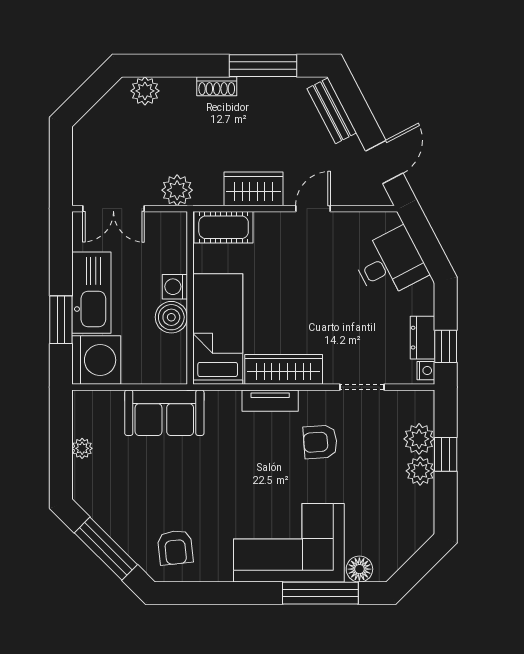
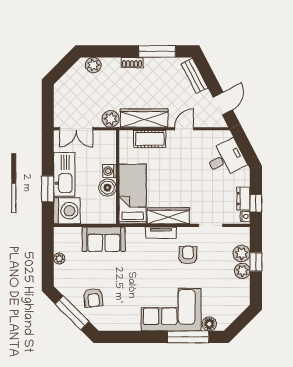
wardrobe: (254, 189) -> (144, 118), width x1.50
cot: (224, 227) -> (150, 139), moved
armchair: (320, 442) -> (188, 255), turned 94
armchair: (175, 547) -> (93, 298), moved

